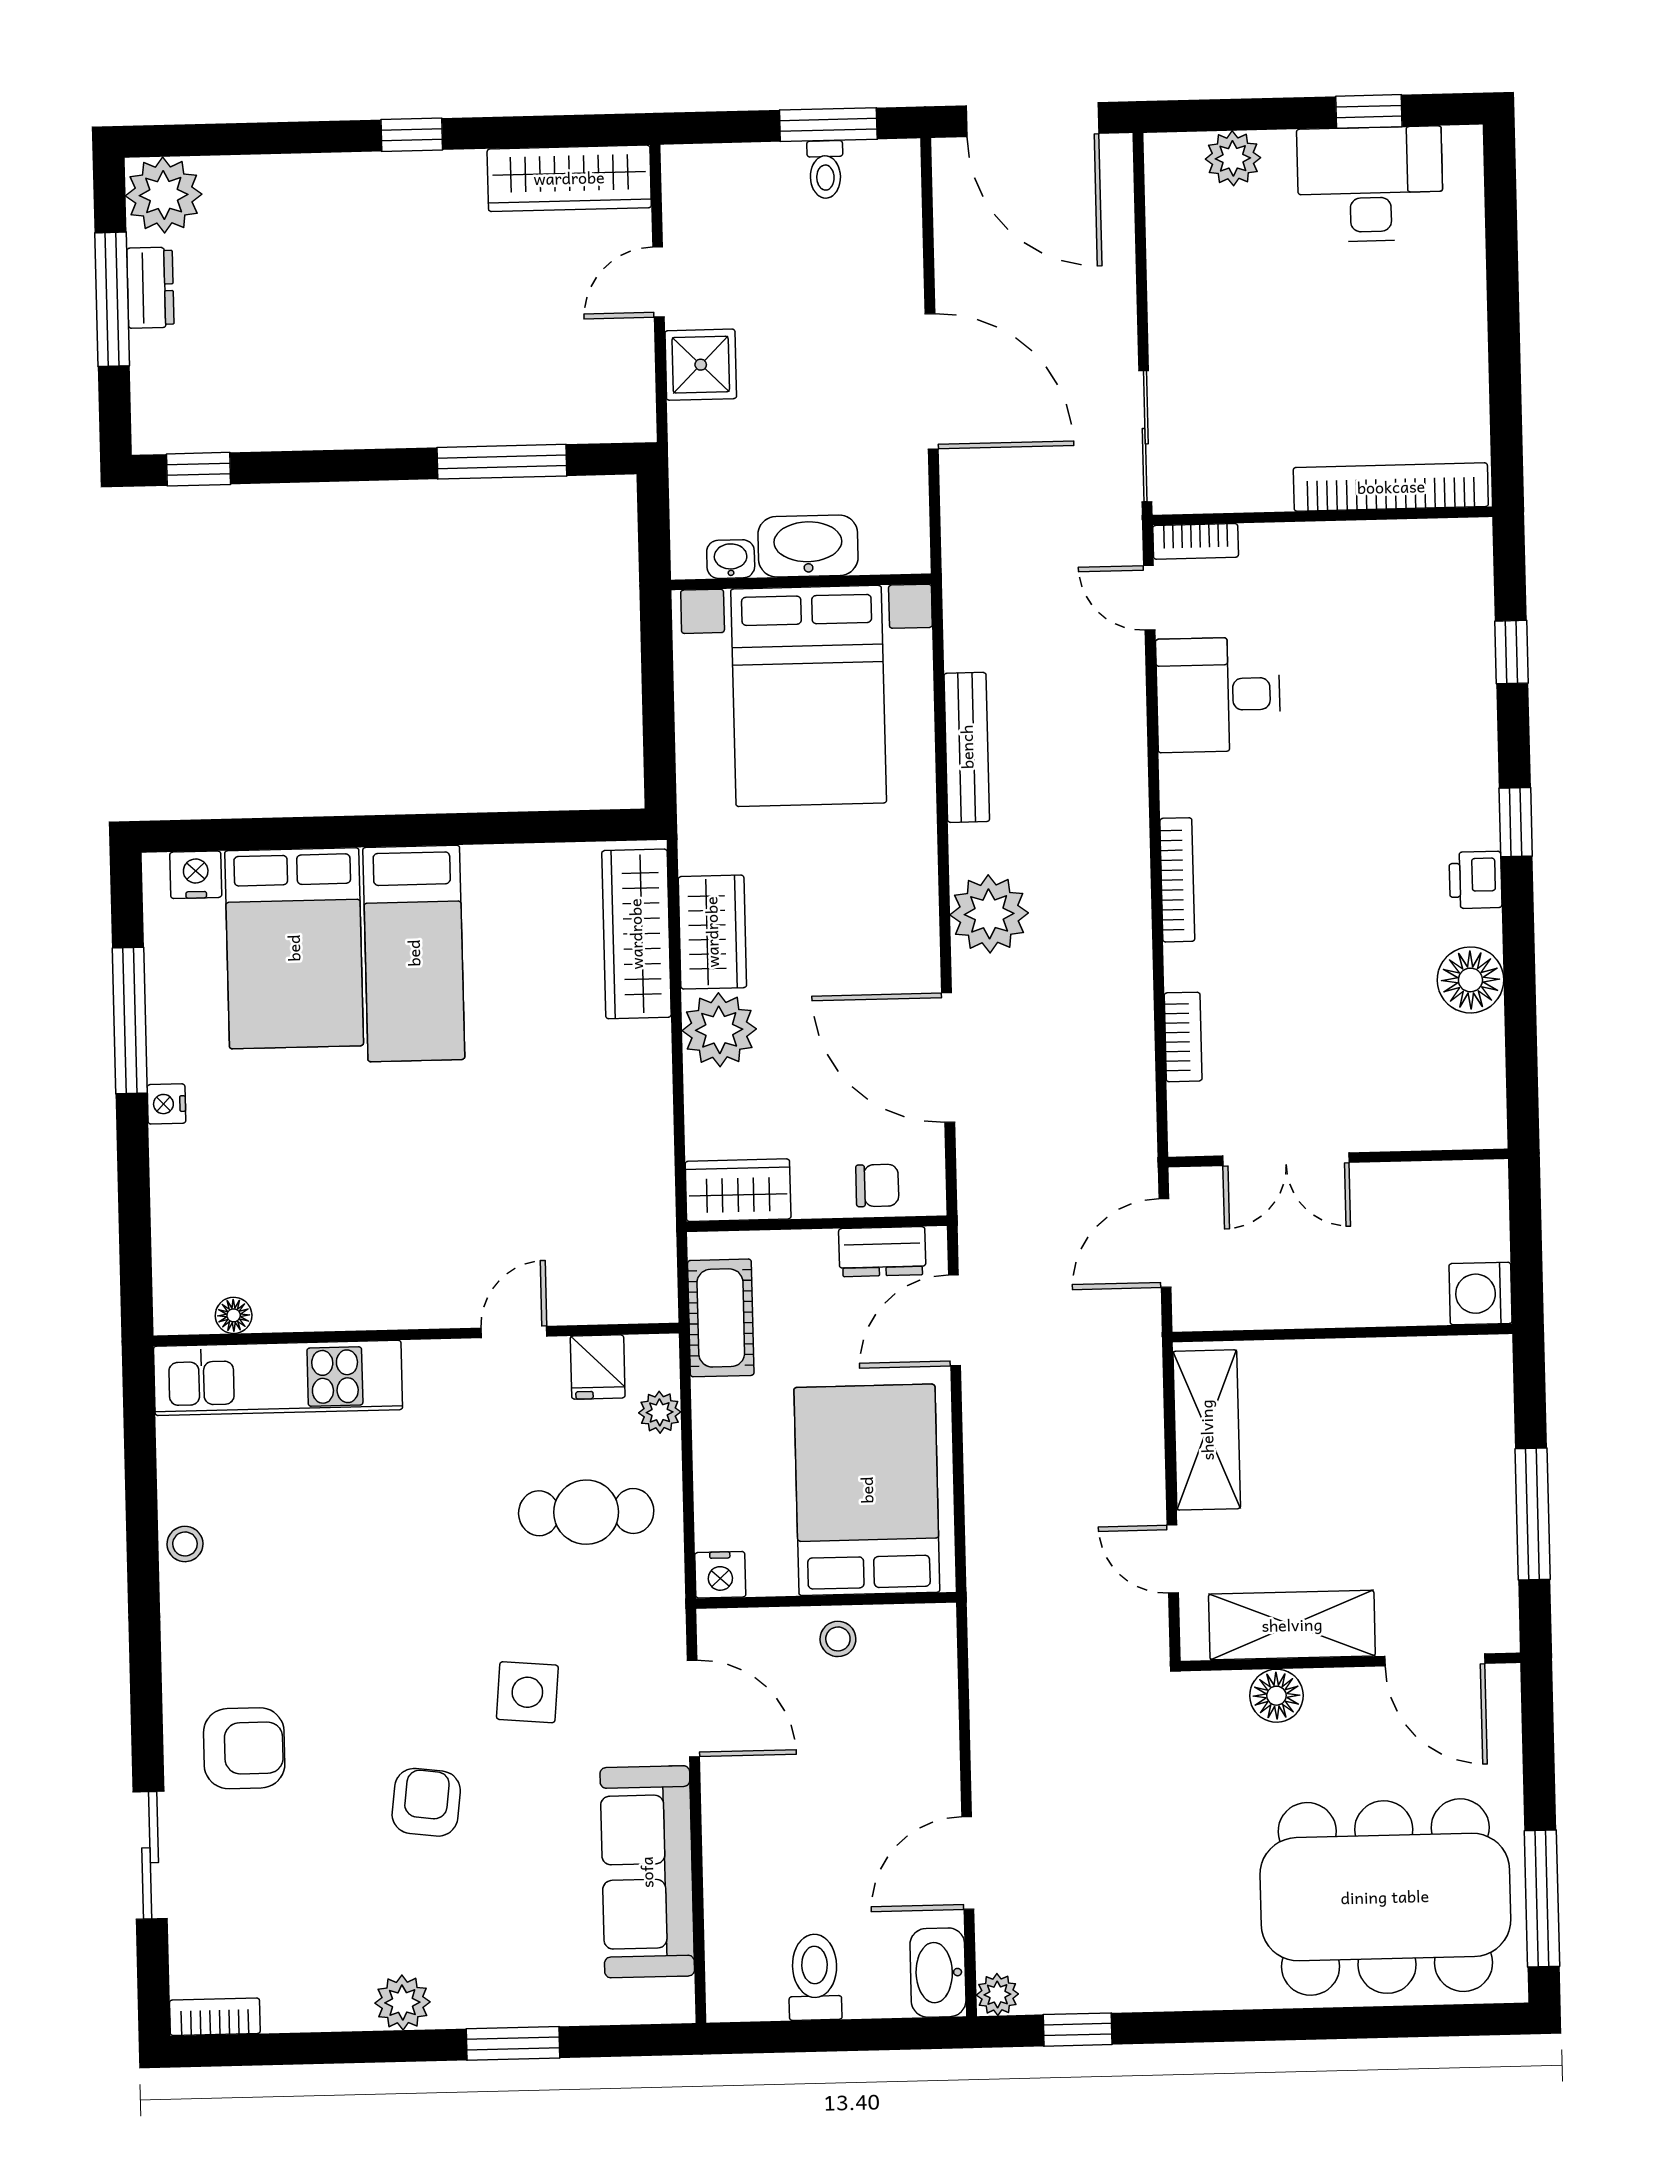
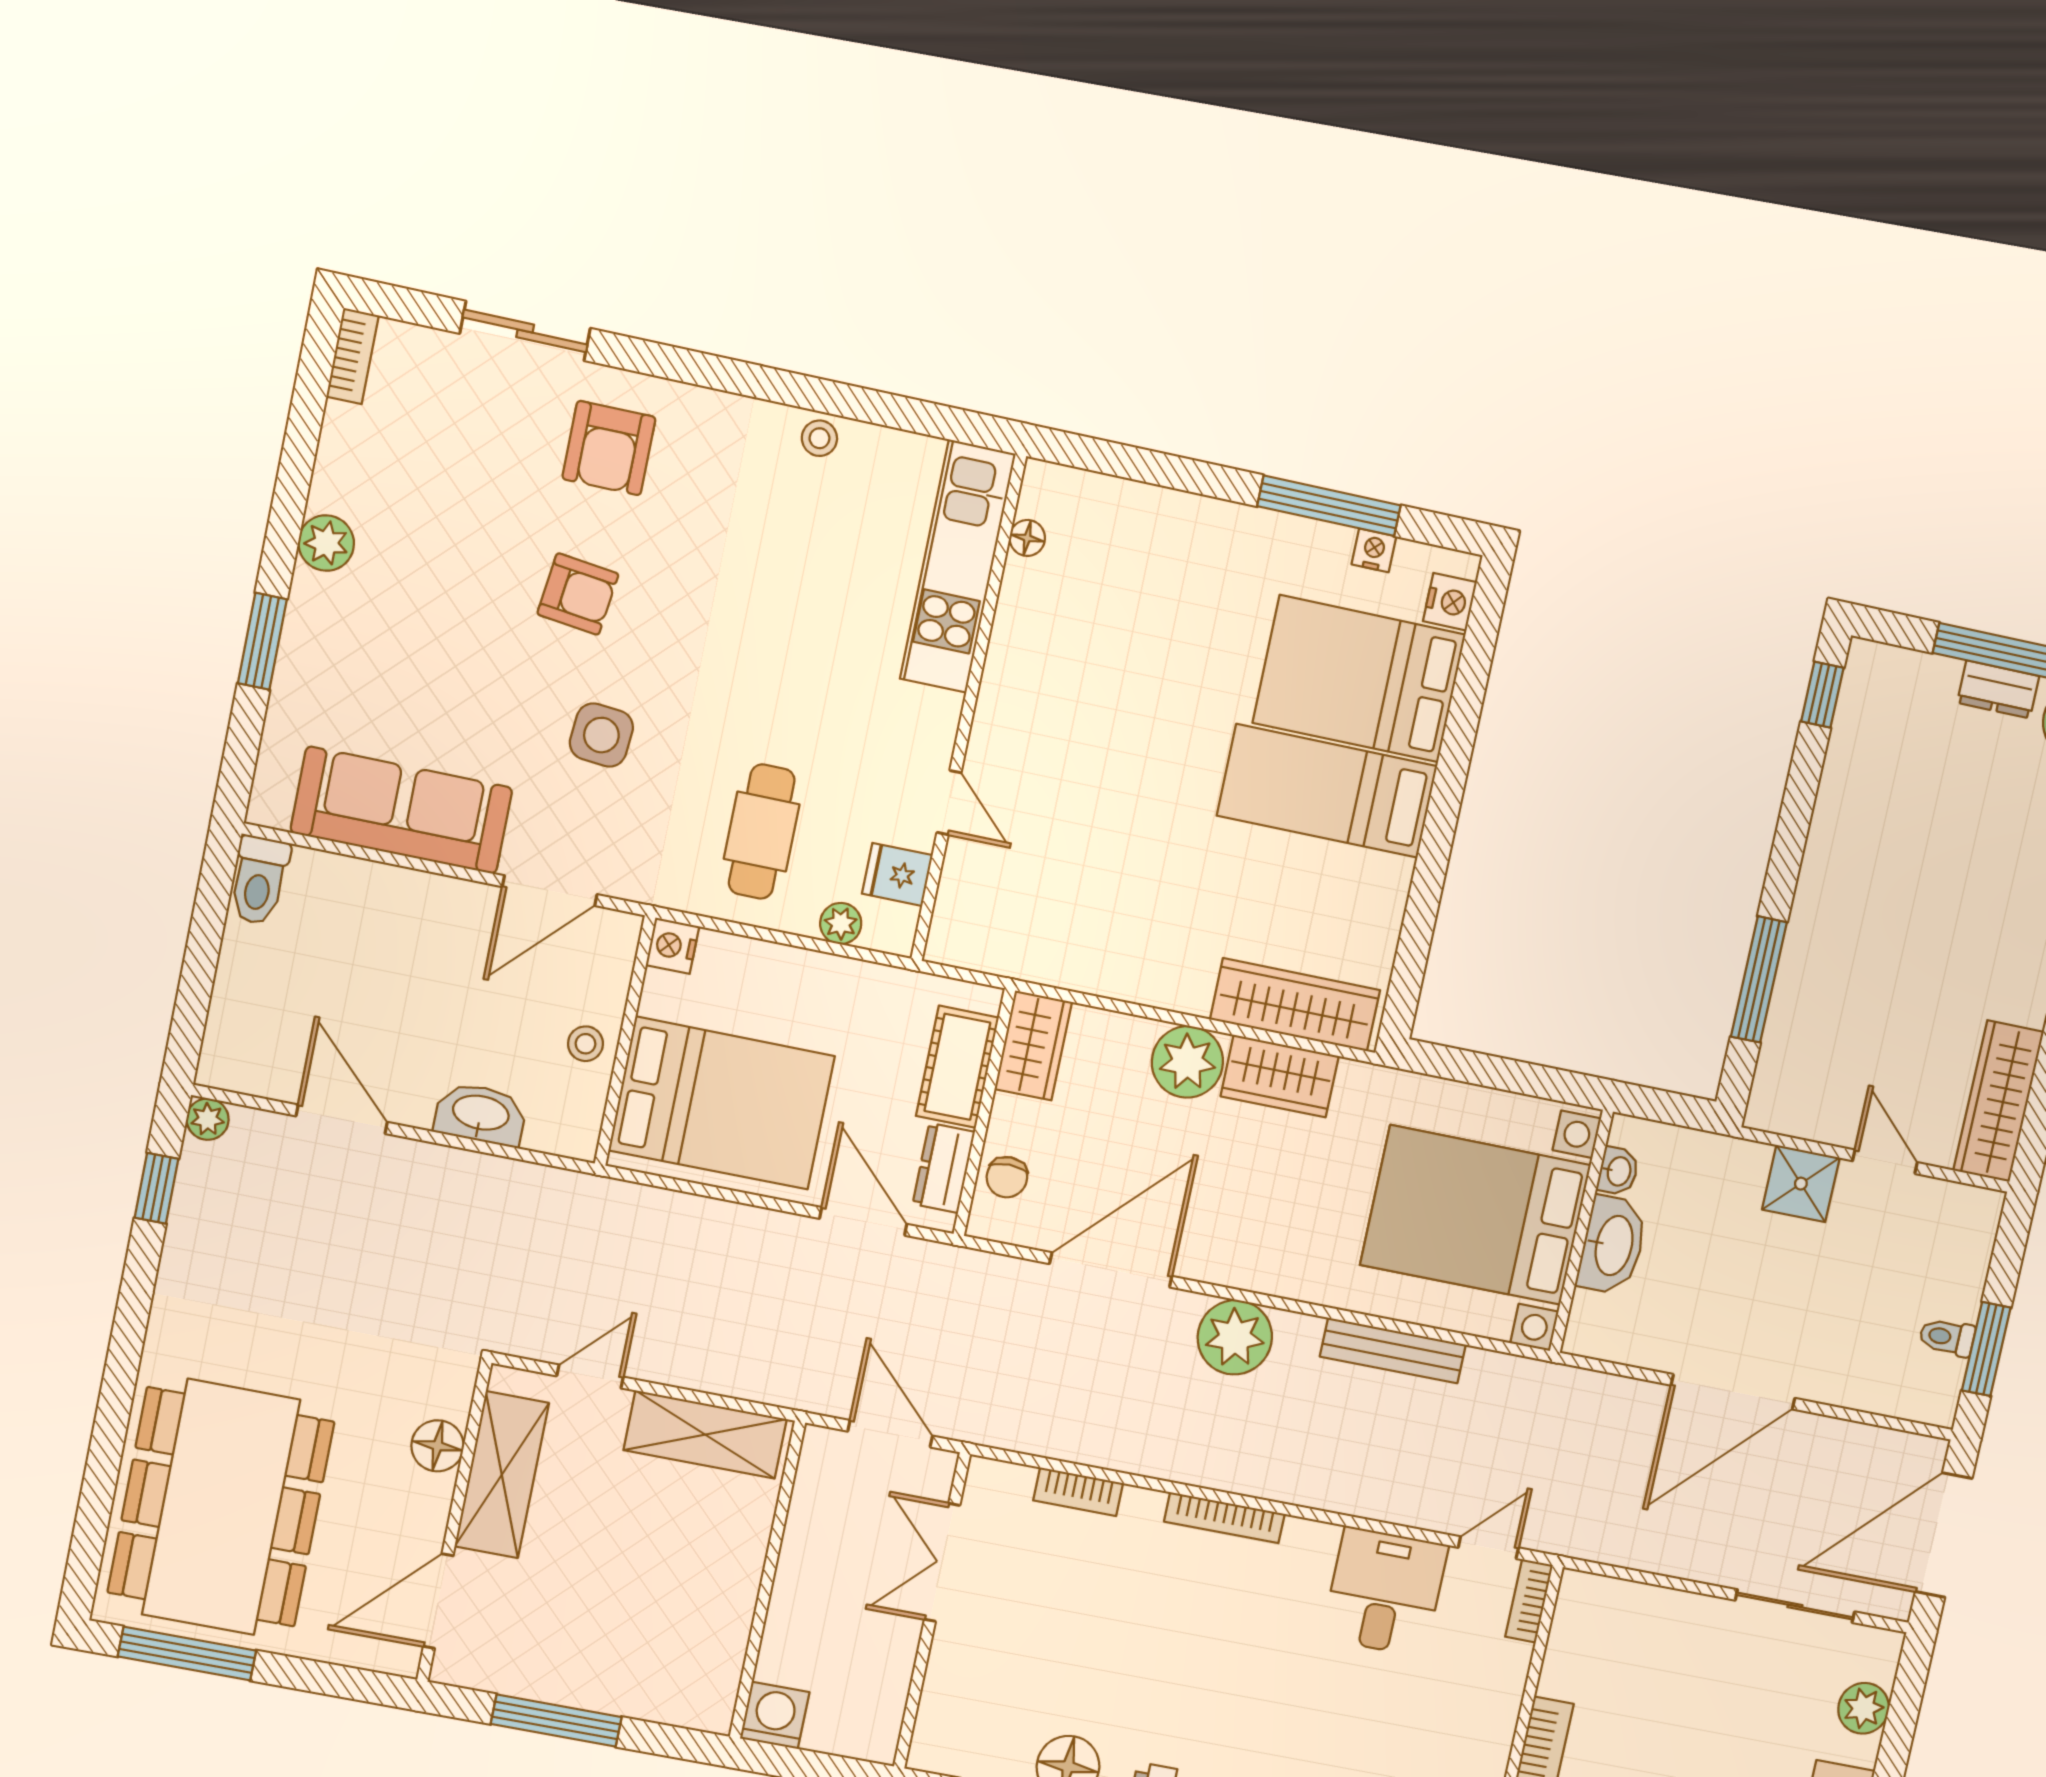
sliding door: (1145, 436) -> (1795, 1606), moved
nightstand: (166, 1104) -> (1374, 550), moved
cot: (721, 1318) -> (957, 1067), moved, turned 90
armchair: (426, 1802) -> (578, 594), moved
washbasin: (938, 1973) -> (480, 1114), moved
toilet: (815, 1977) -> (259, 880), moved, turned 90

